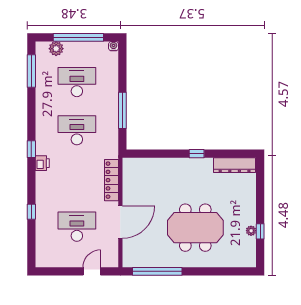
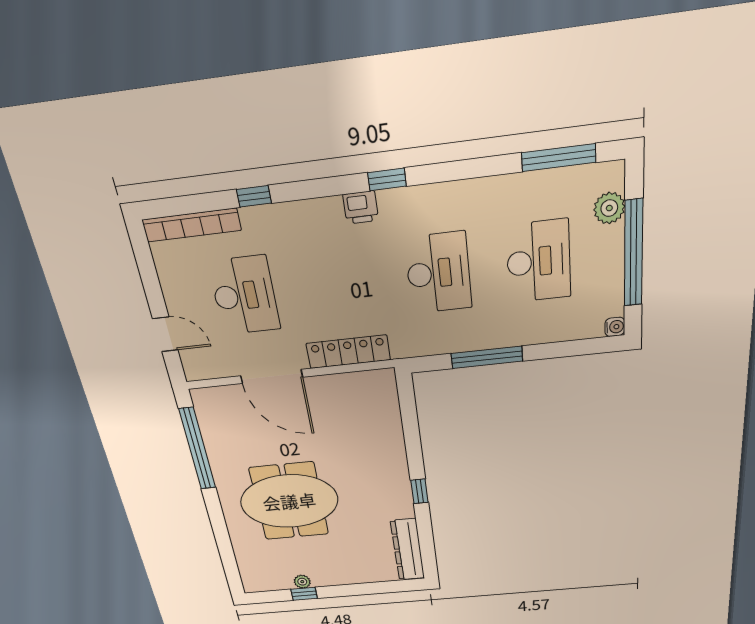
meeting table: (195, 228) -> (289, 501), turned 90
bookcase: (41, 244) -> (192, 225), added

